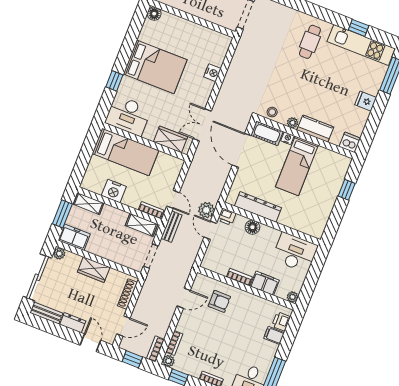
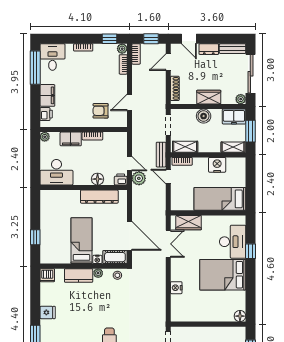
desk: (128, 115) -> (233, 242), moved, turned 90
boiler: (108, 251) -> (204, 116), added
filing cabinet: (274, 335) -> (47, 95), width x2.00

